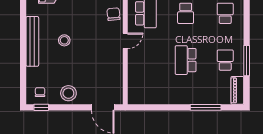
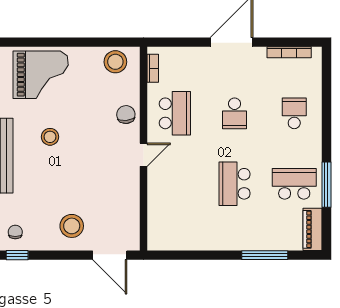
stool: (64, 40) -> (50, 137), moved
school desk: (225, 60) -> (294, 184), width x1.85
stool: (68, 93) -> (72, 226), moved

